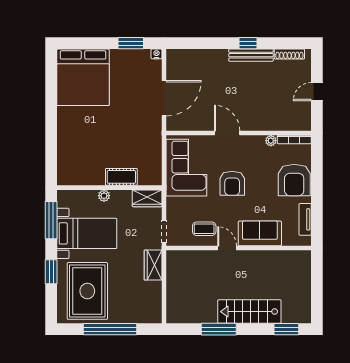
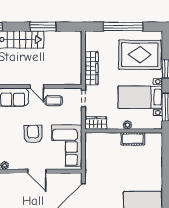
cot: (121, 177) -> (133, 139), moved
wardrobe: (153, 265) -> (91, 68), width x1.50
rug: (87, 291) -> (140, 55), turned 90

